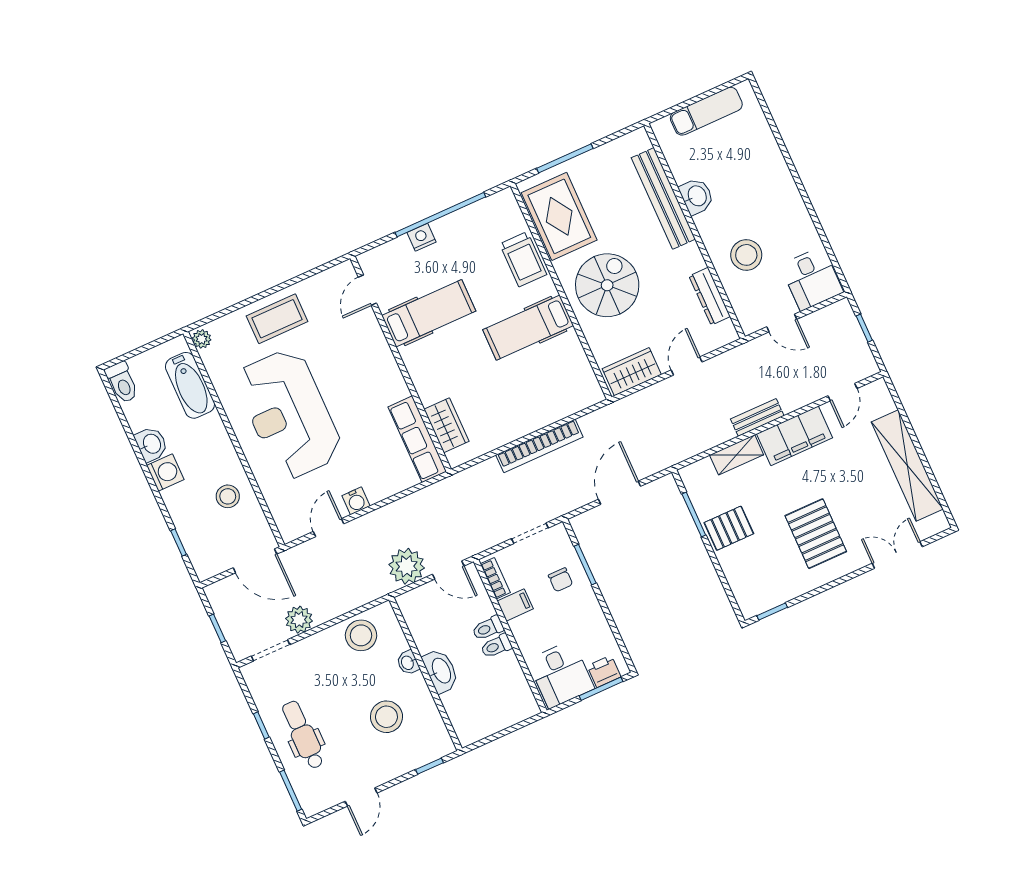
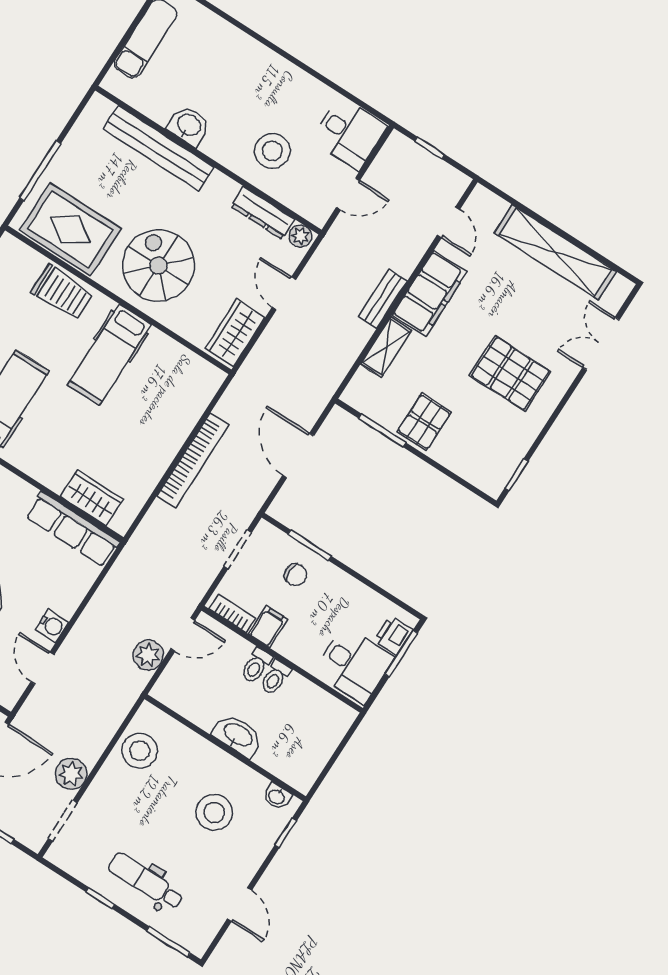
plant: (726, 332) -> (300, 236), added
plant: (407, 566) -> (148, 655), width x0.73, depth x0.73
washbasin: (408, 663) -> (277, 796), moved

